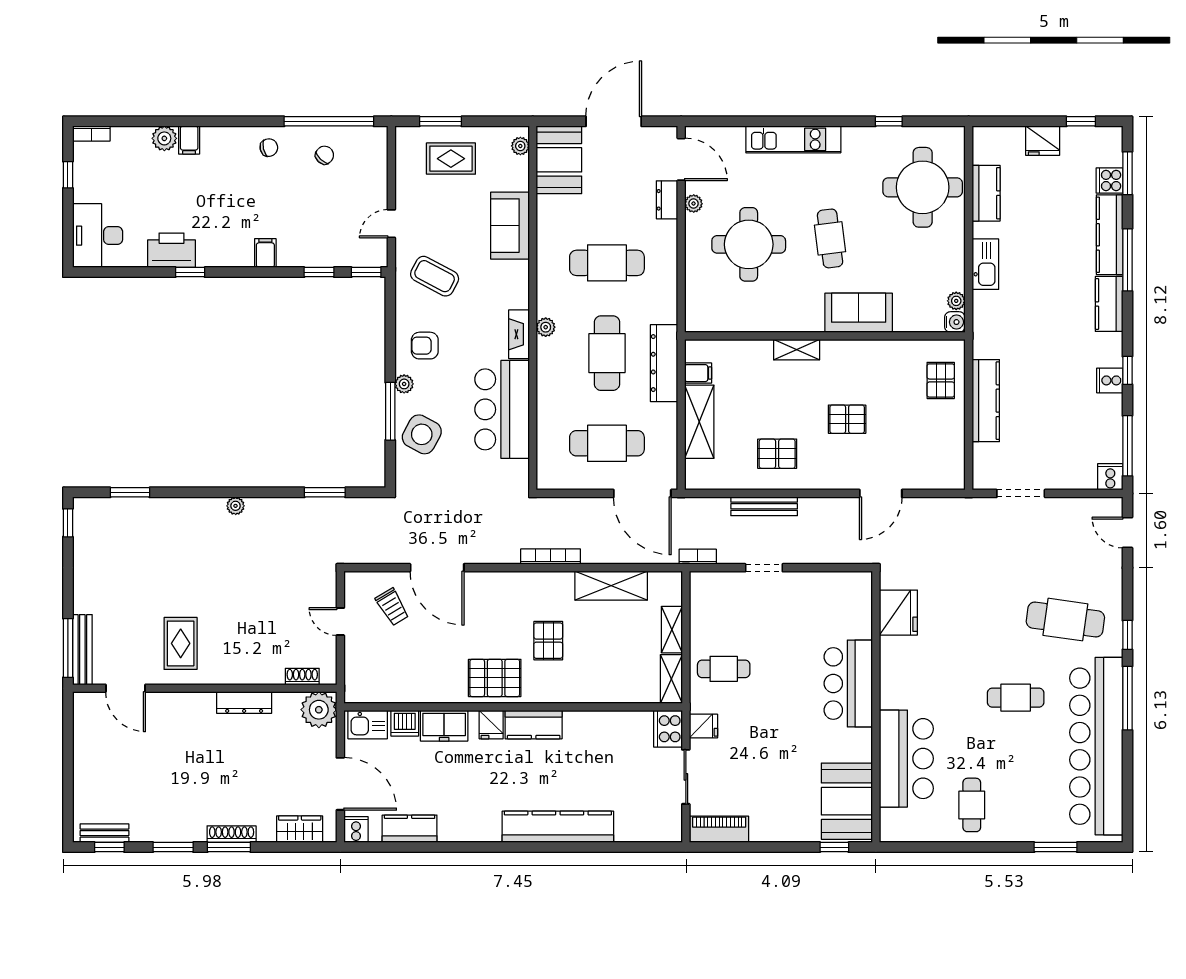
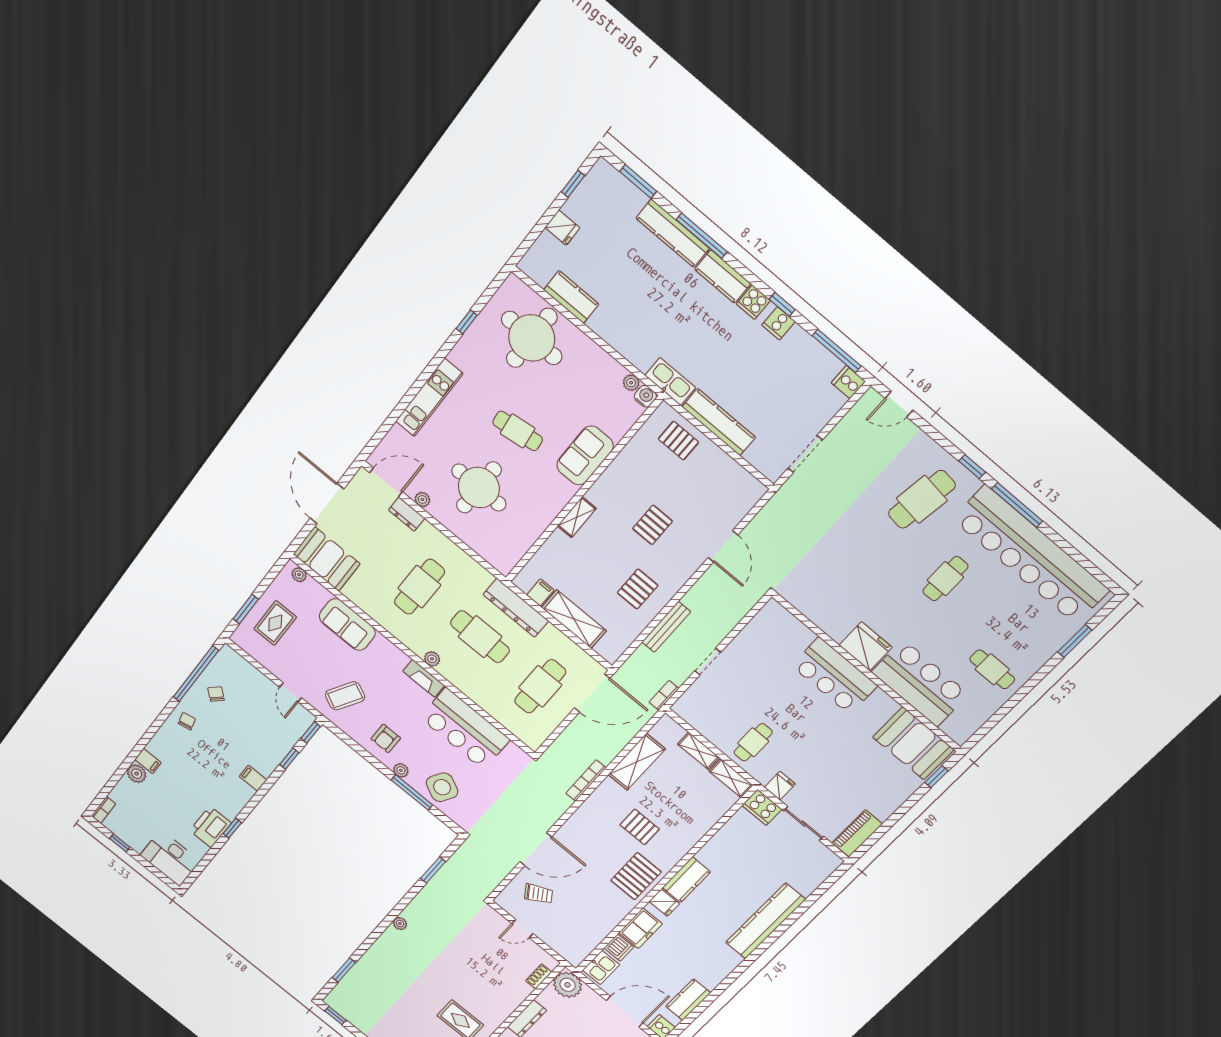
fridge: (1043, 141) -> (562, 228), width x0.72
cooker: (1109, 180) -> (753, 302), moved
kitchen sink: (985, 264) -> (670, 382), moved
fridge: (898, 613) -> (866, 646), moved

